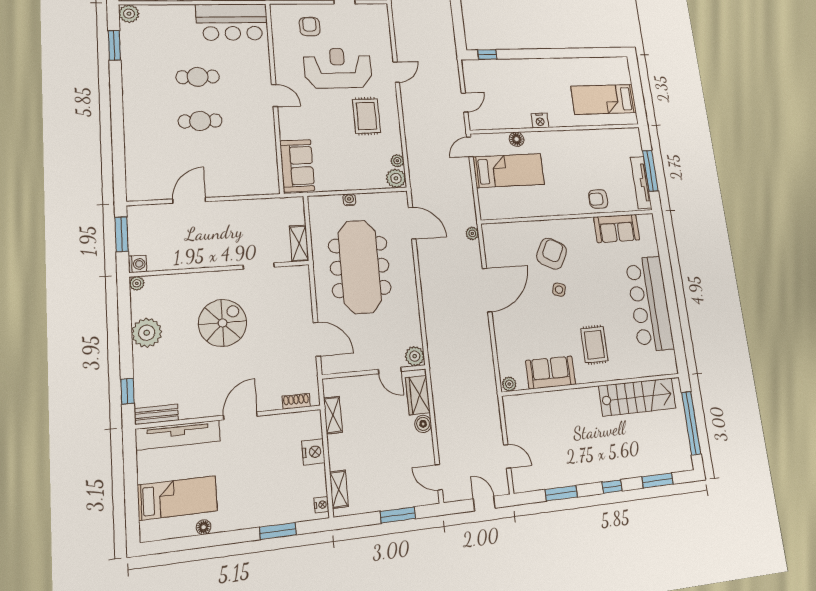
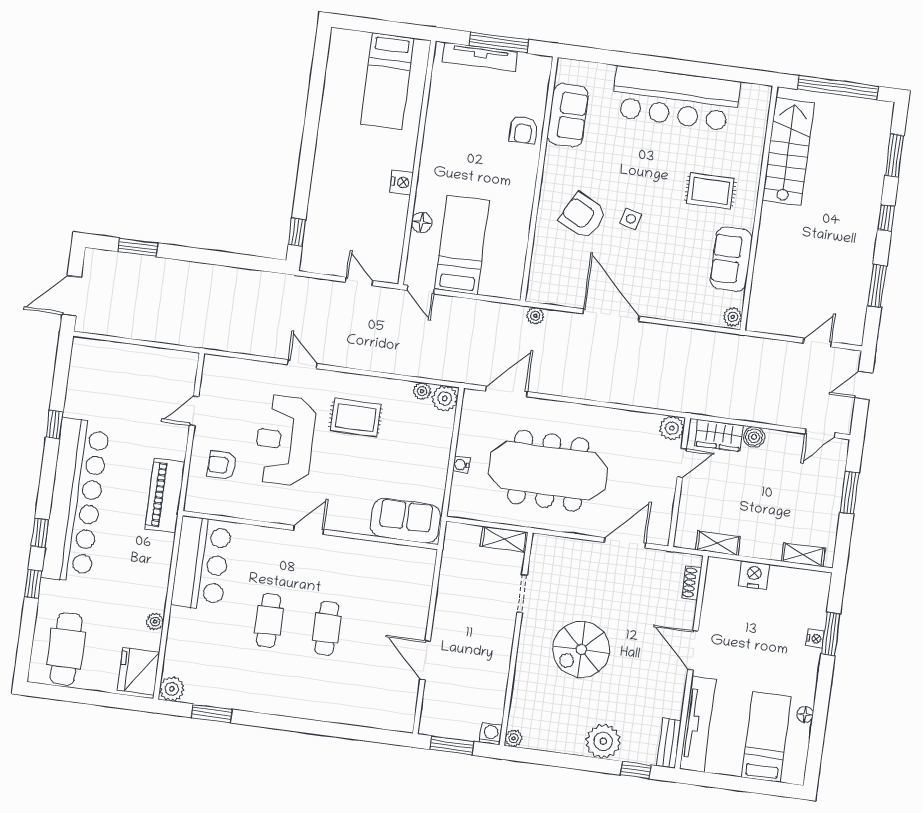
tv unit: (641, 183) -> (480, 57), moved
spiral stairs: (223, 323) -> (581, 649), turned -90
plant: (147, 333) -> (603, 741), moved
nightstand: (321, 505) -> (815, 639), moved, turned 90

